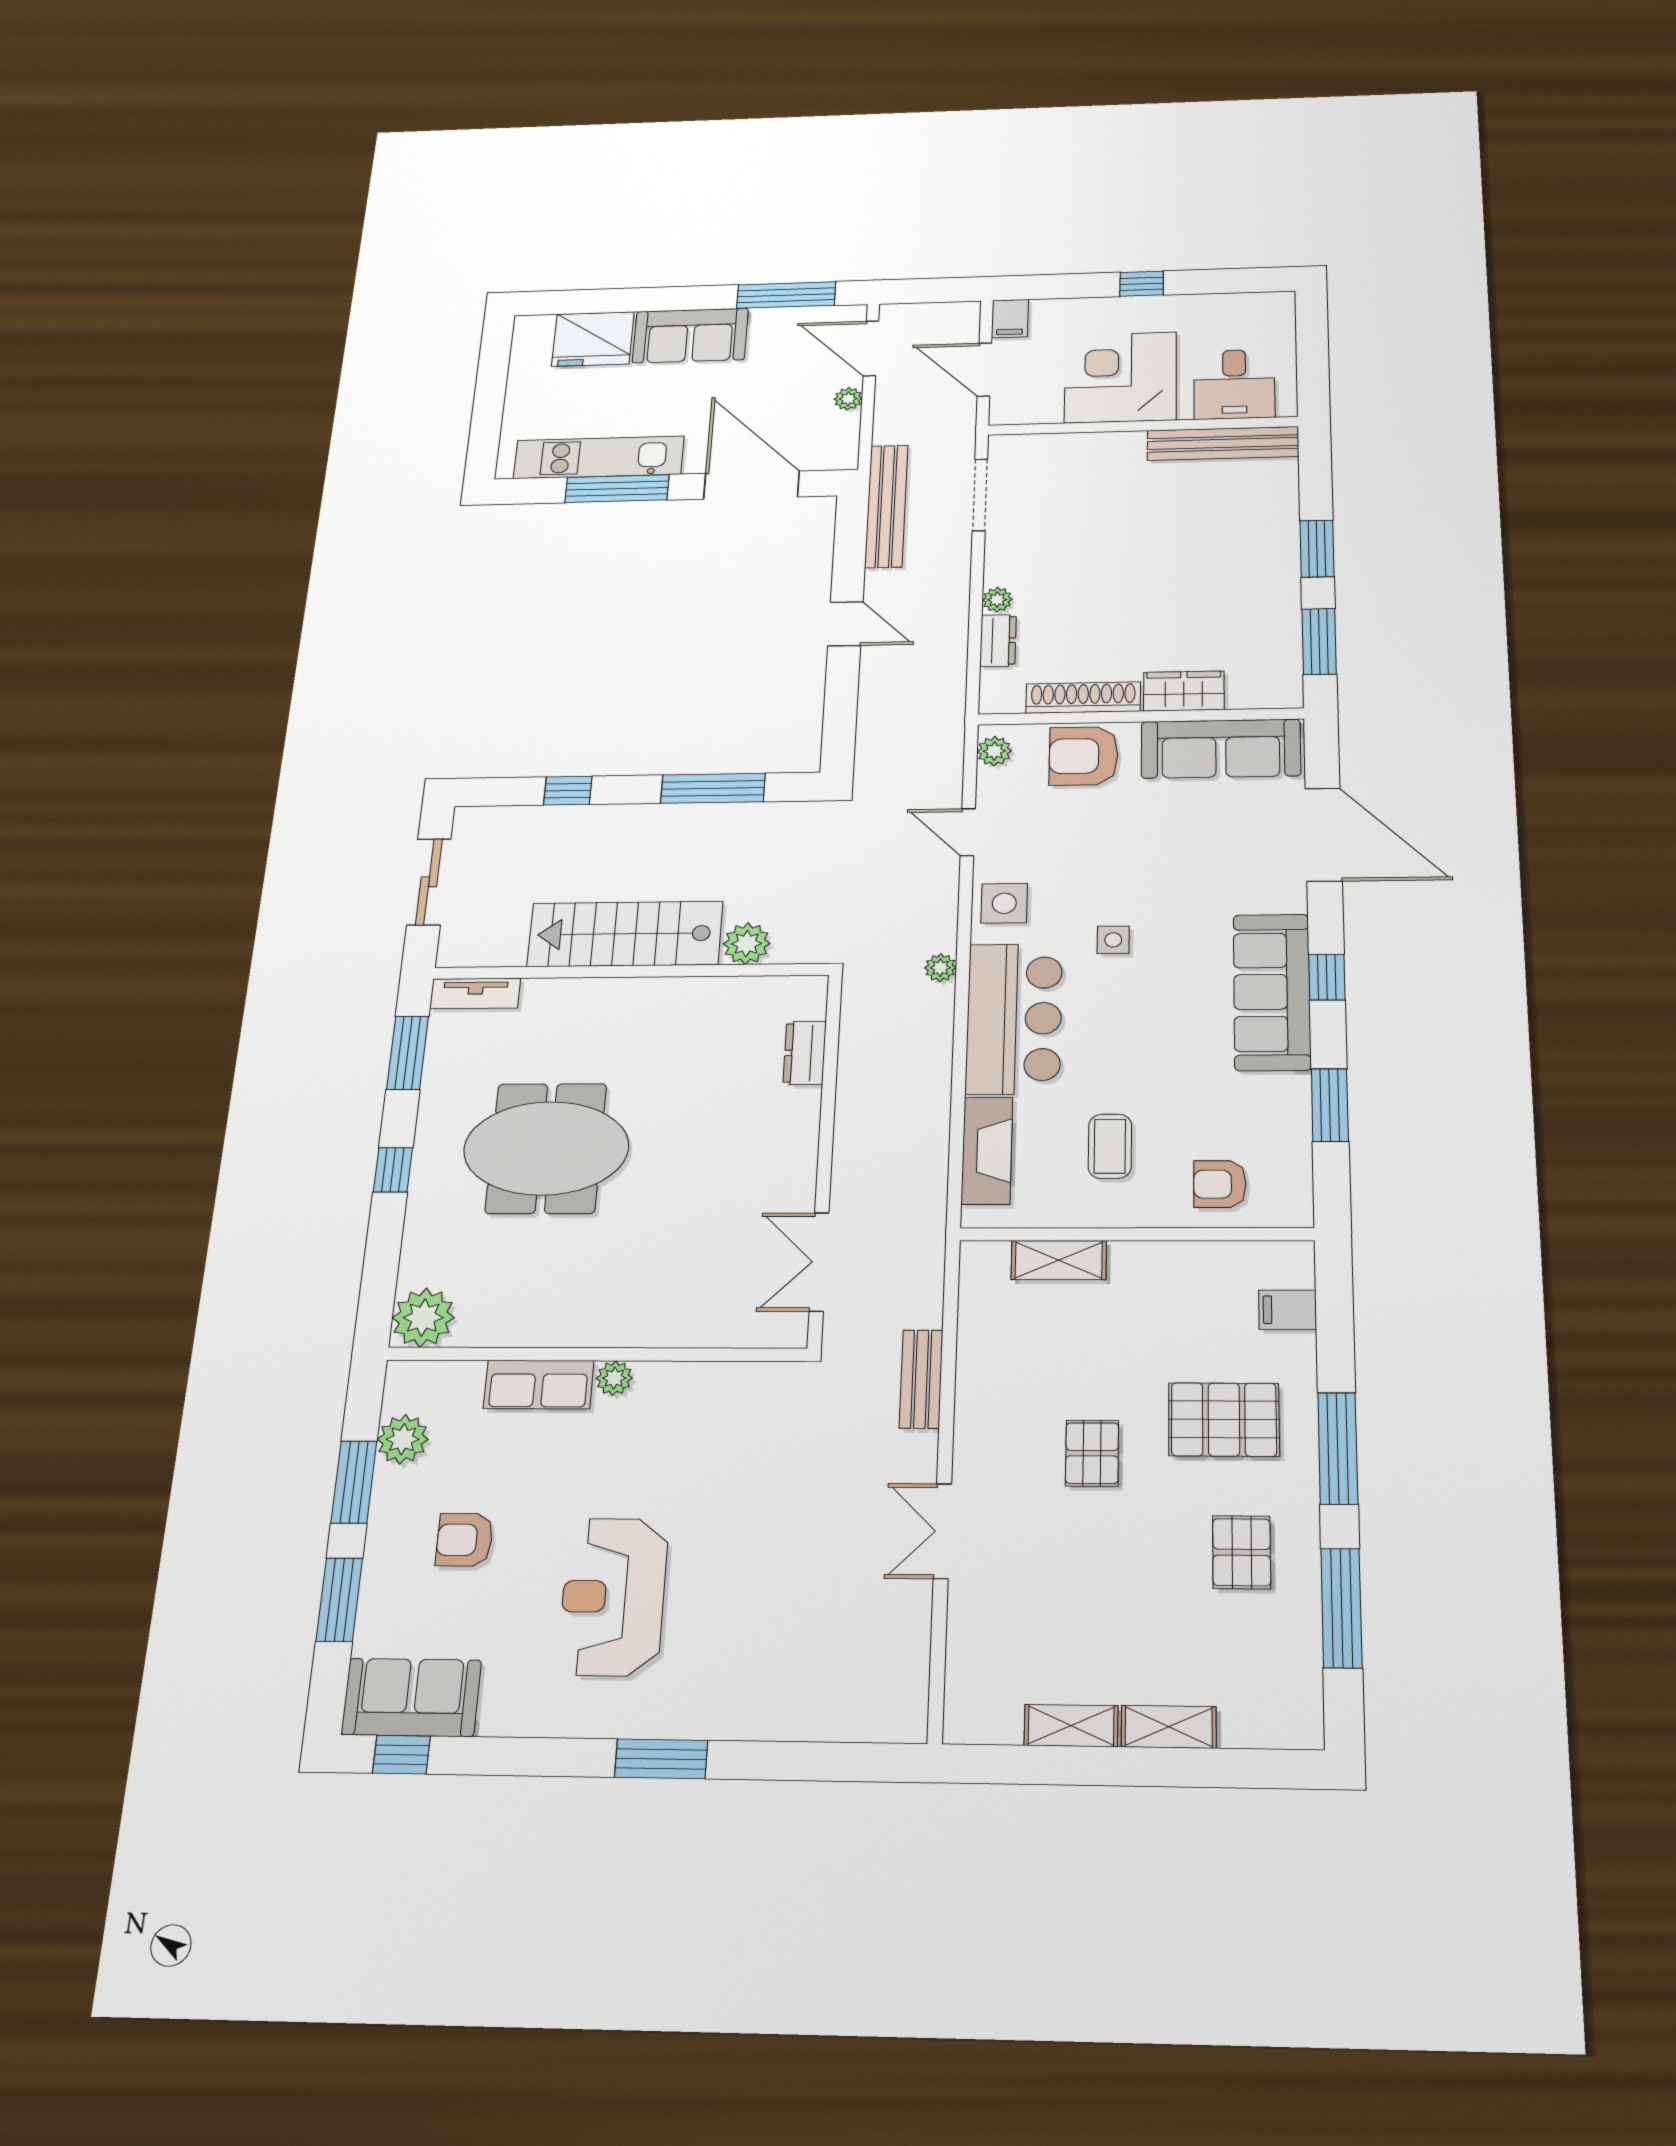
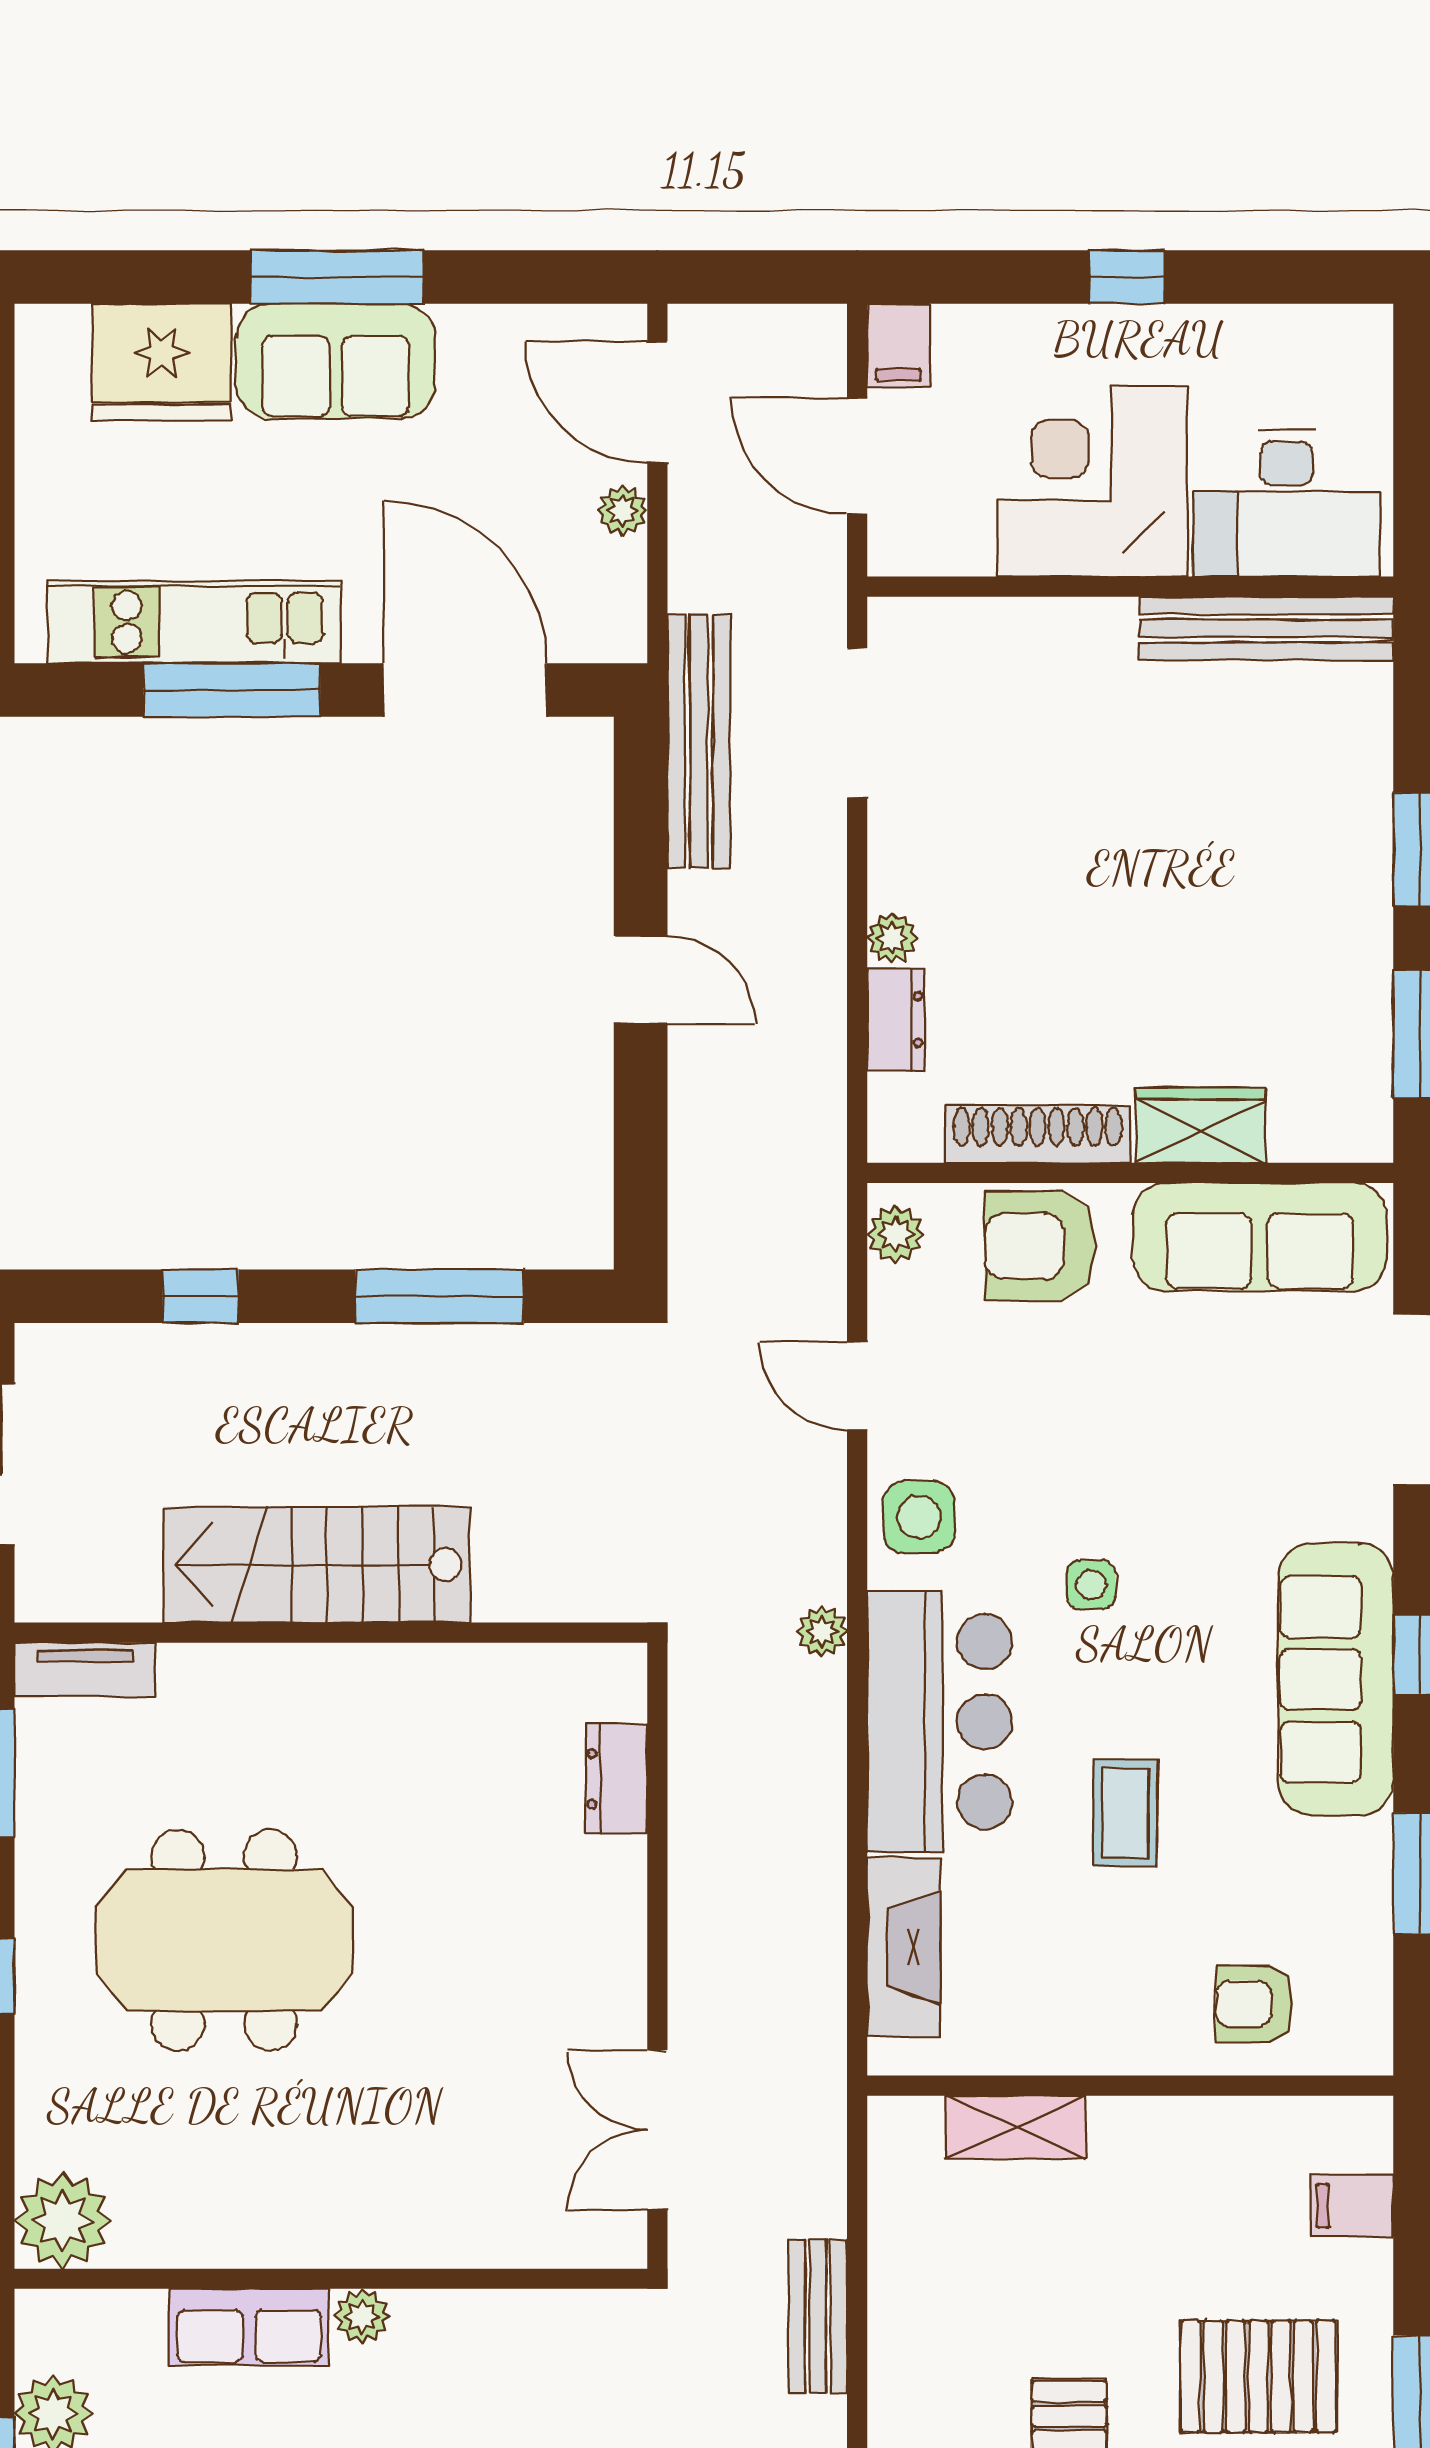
window: (786, 295) -> (337, 277), moved
desk: (1234, 384) -> (1286, 503), width x1.37
plant: (747, 944) -> (513, 1585), removed
coffee table: (1110, 1146) -> (1125, 1813), moved

